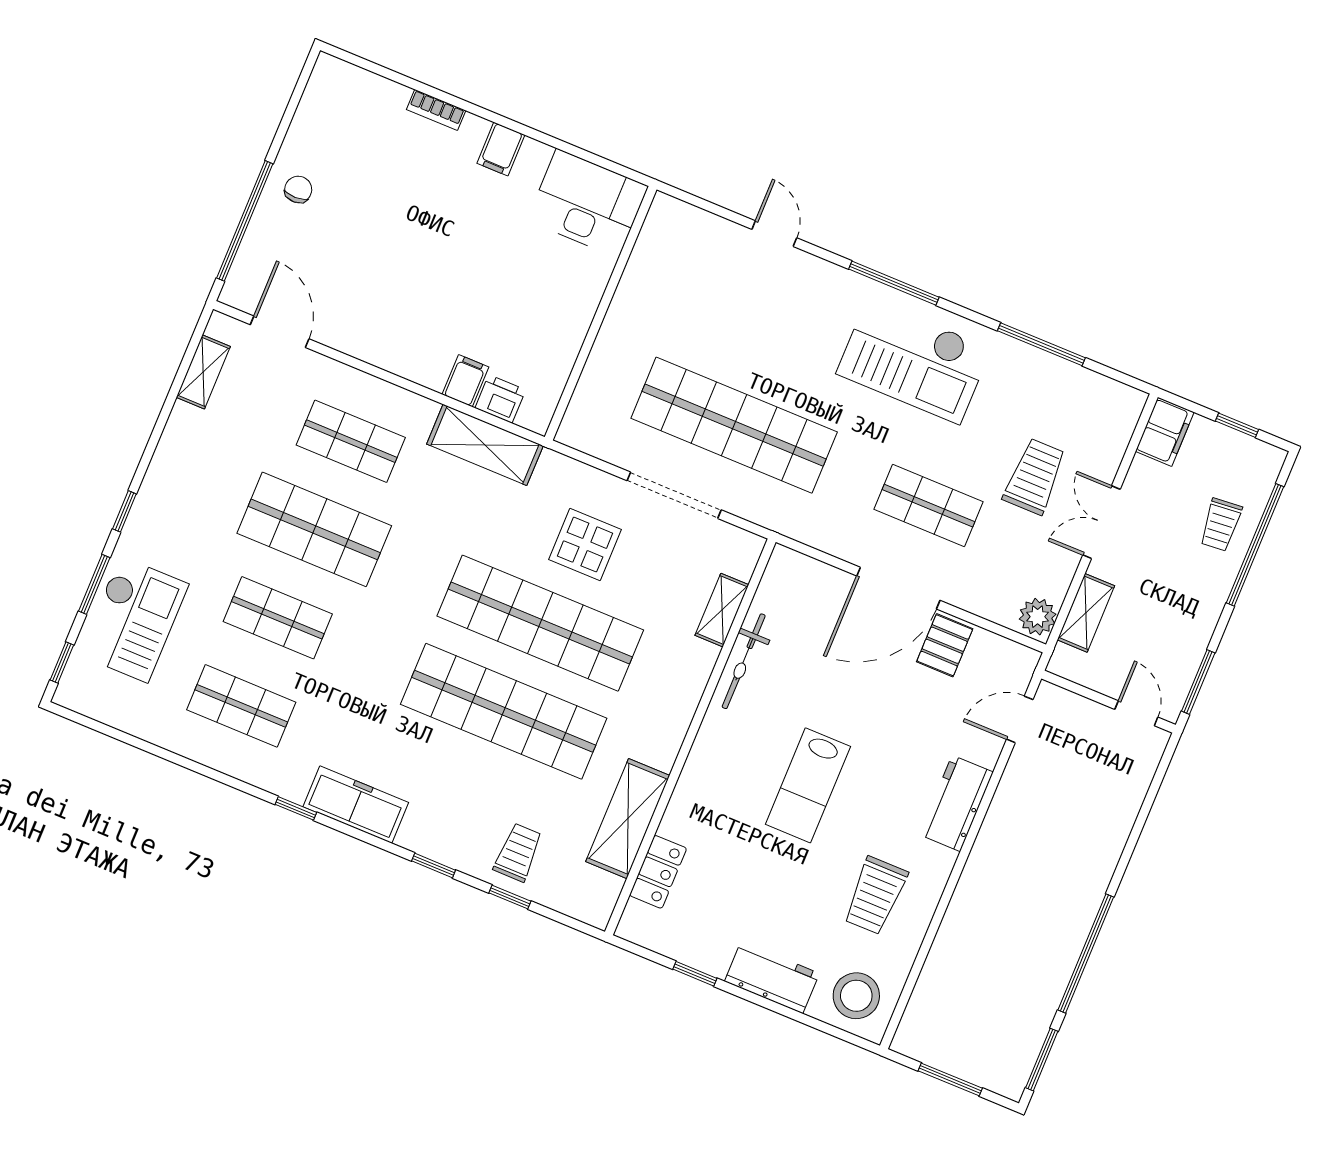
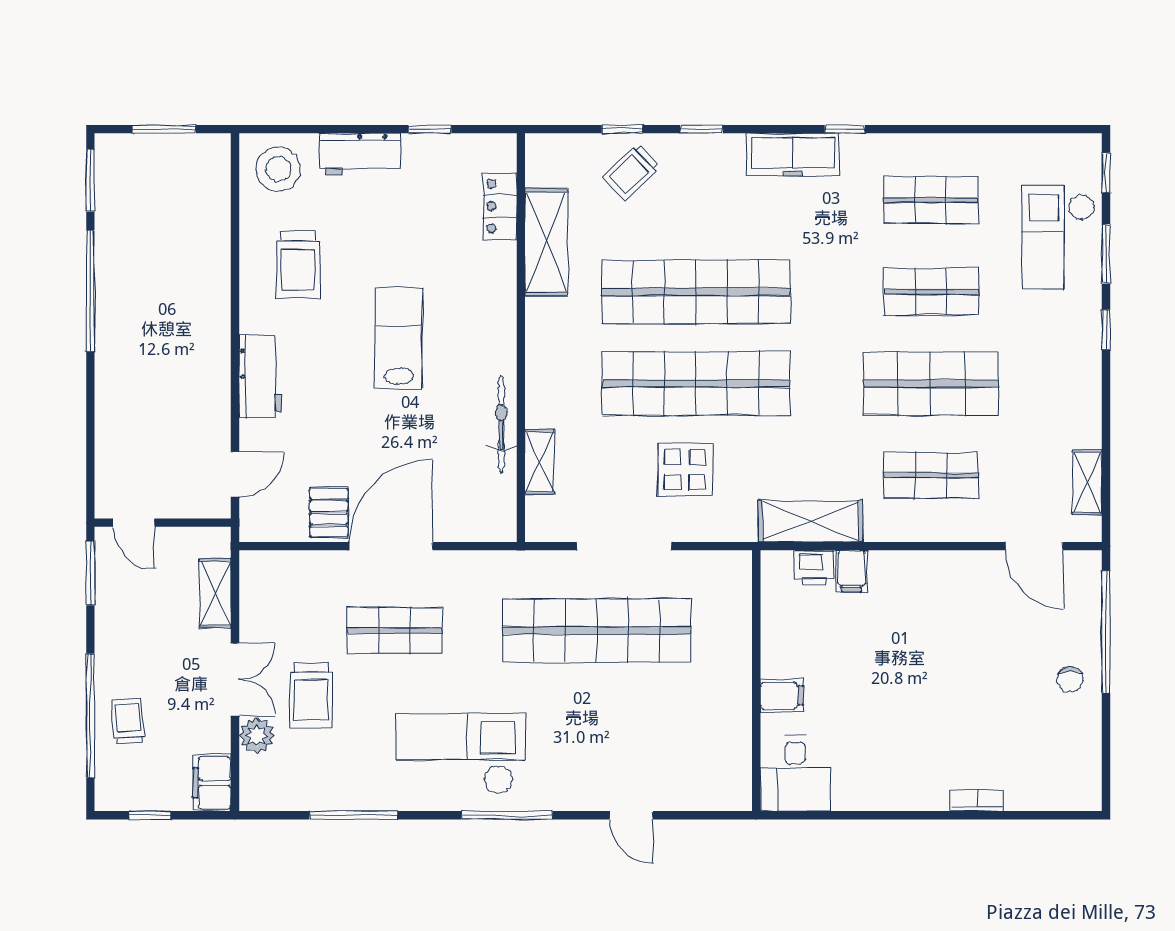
filing cabinet: (501, 149) -> (782, 695), moved, turned 90
desk: (588, 203) -> (795, 774), width x0.73
plant: (1038, 617) -> (257, 736), moved
trolley: (518, 852) -> (631, 172), turned 47
trolley: (875, 896) -> (298, 265), turned 180

